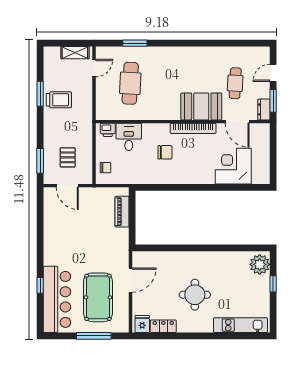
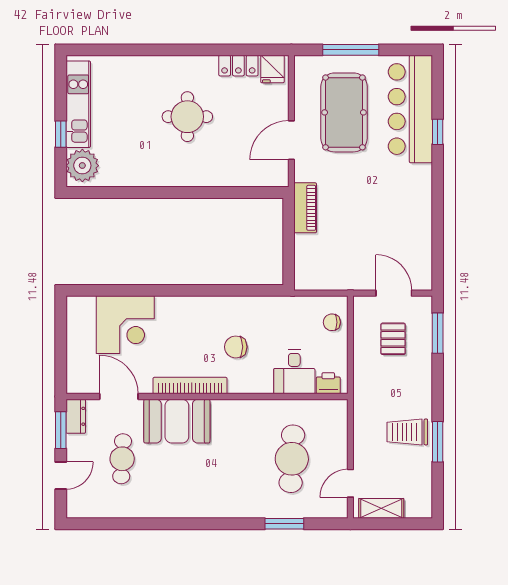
piano: (122, 212) -> (305, 208), moved
kitchen unit: (240, 325) -> (78, 104), moved, turned -90

